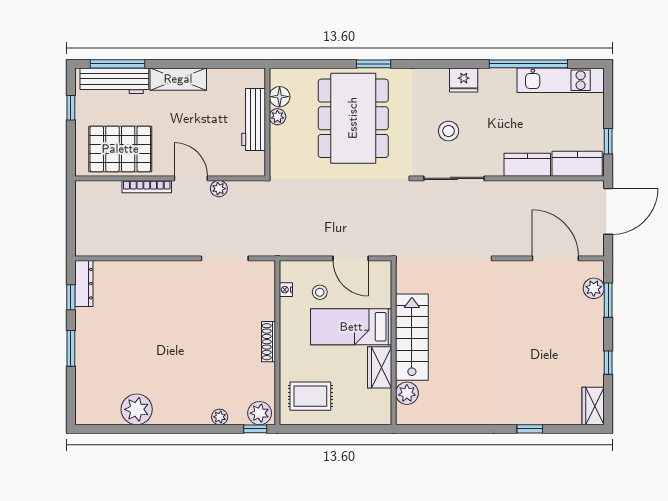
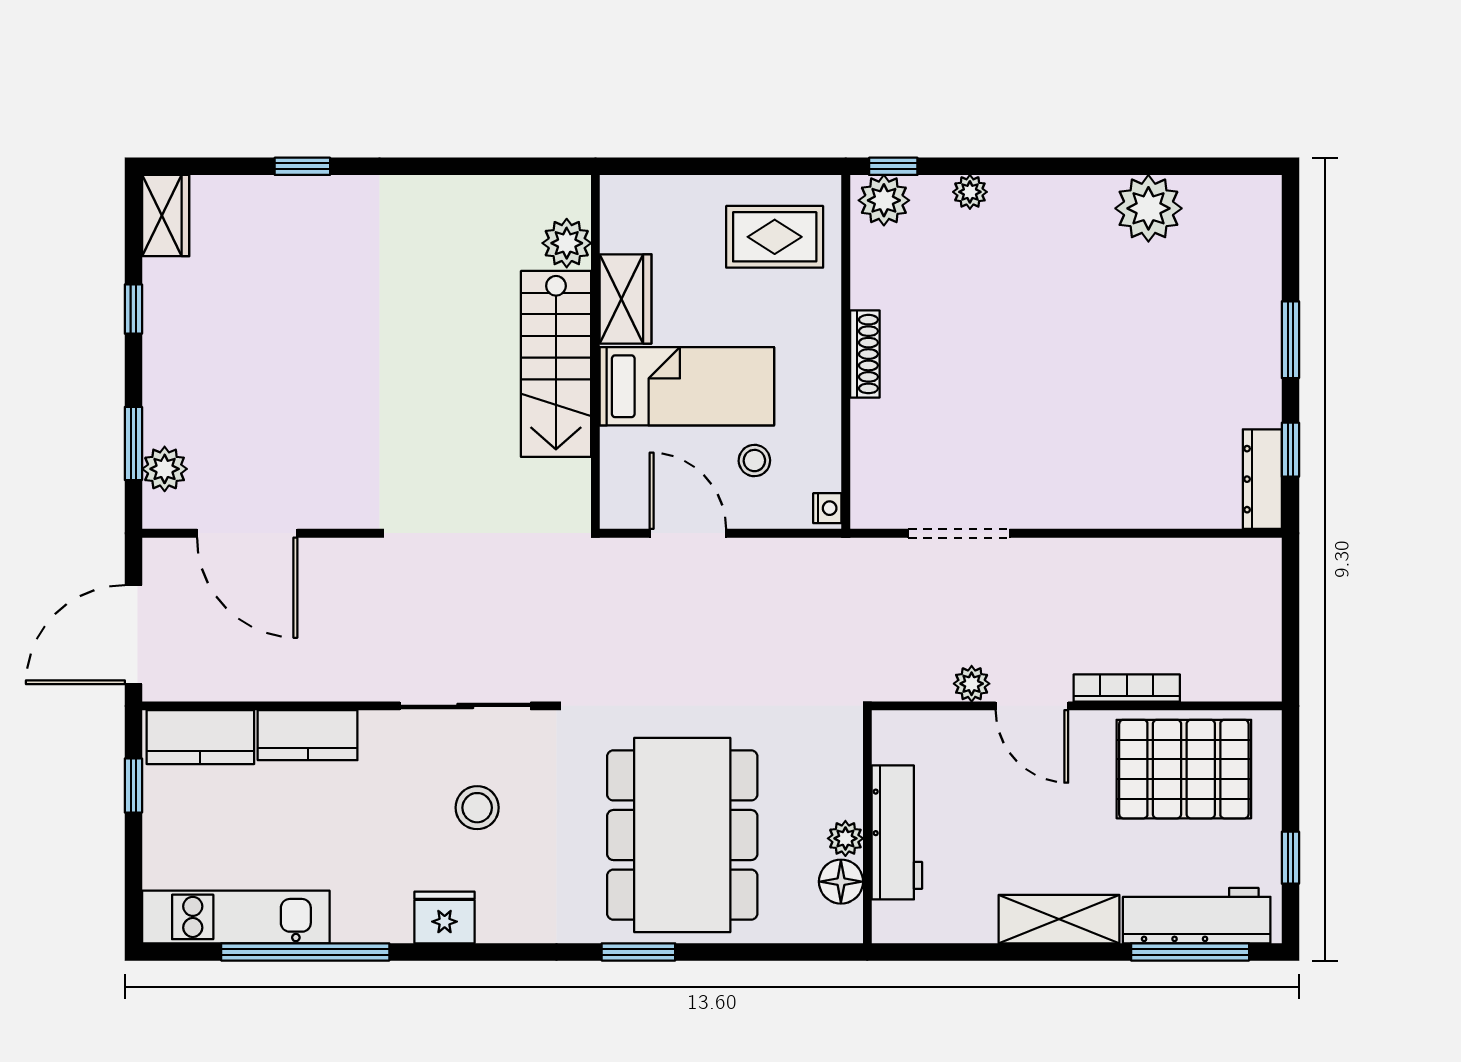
nightstand: (286, 290) -> (827, 508), moved

